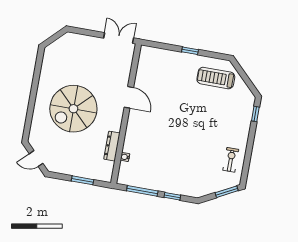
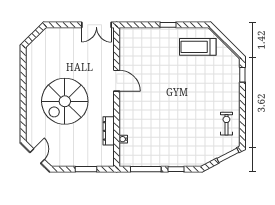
double door: (119, 38) -> (96, 25), swing flipped
door: (36, 159) -> (37, 156), swing flipped

